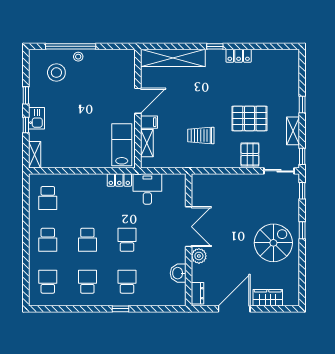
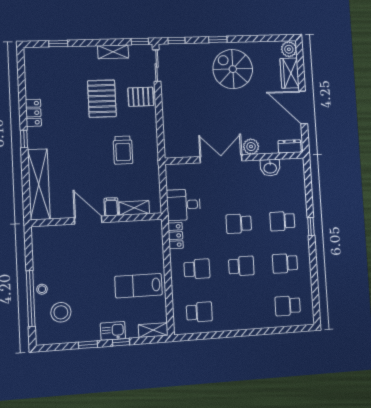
window: (302, 105) -> (58, 44), moved
lab bench: (122, 145) -> (138, 286), moved
school desk: (48, 240) -> (197, 269), moved
plant: (291, 299) -> (289, 49), added

